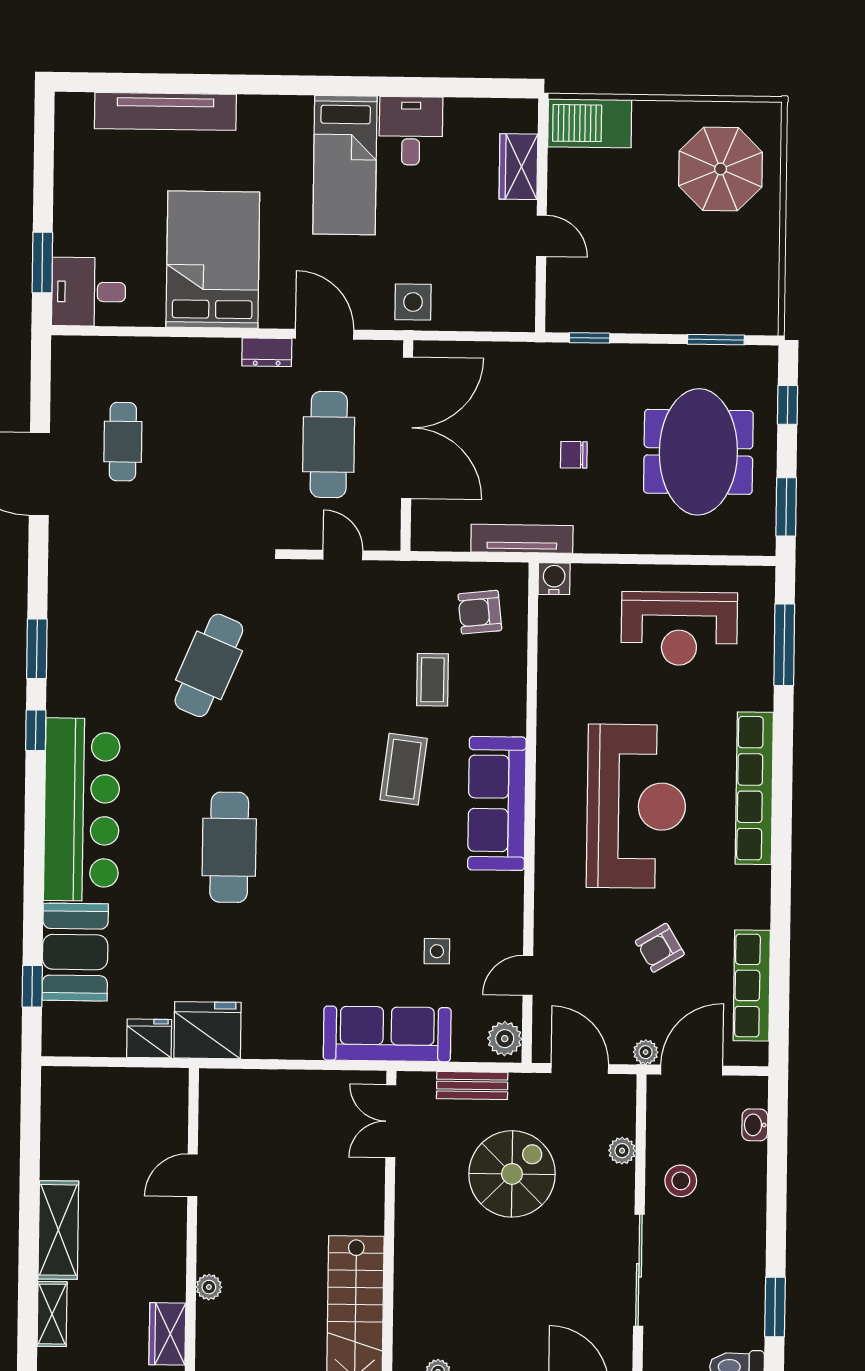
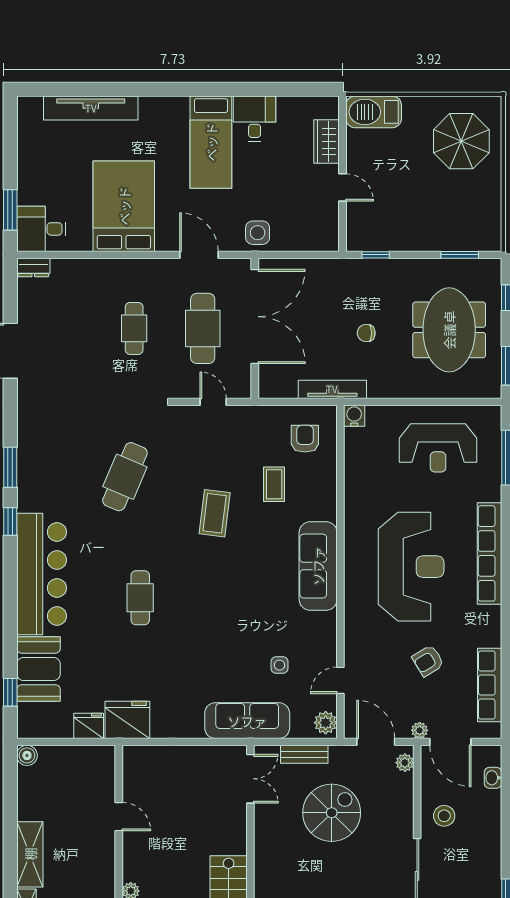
dresser: (267, 352) -> (33, 268), moved
cafe table: (123, 442) -> (134, 328), moved
armchair: (480, 612) -> (305, 439), turned 96
coffee table: (404, 769) -> (215, 513), moved
cafe table: (229, 847) -> (140, 598), width x0.73, depth x0.74
door: (692, 1070) -> (450, 742), swing flipped
boiler: (56, 1081) -> (27, 755), added
double door: (391, 1121) -> (250, 779), swing flipped
plant: (622, 1151) -> (405, 763), moved
door: (193, 1175) -> (119, 817), swing flipped

